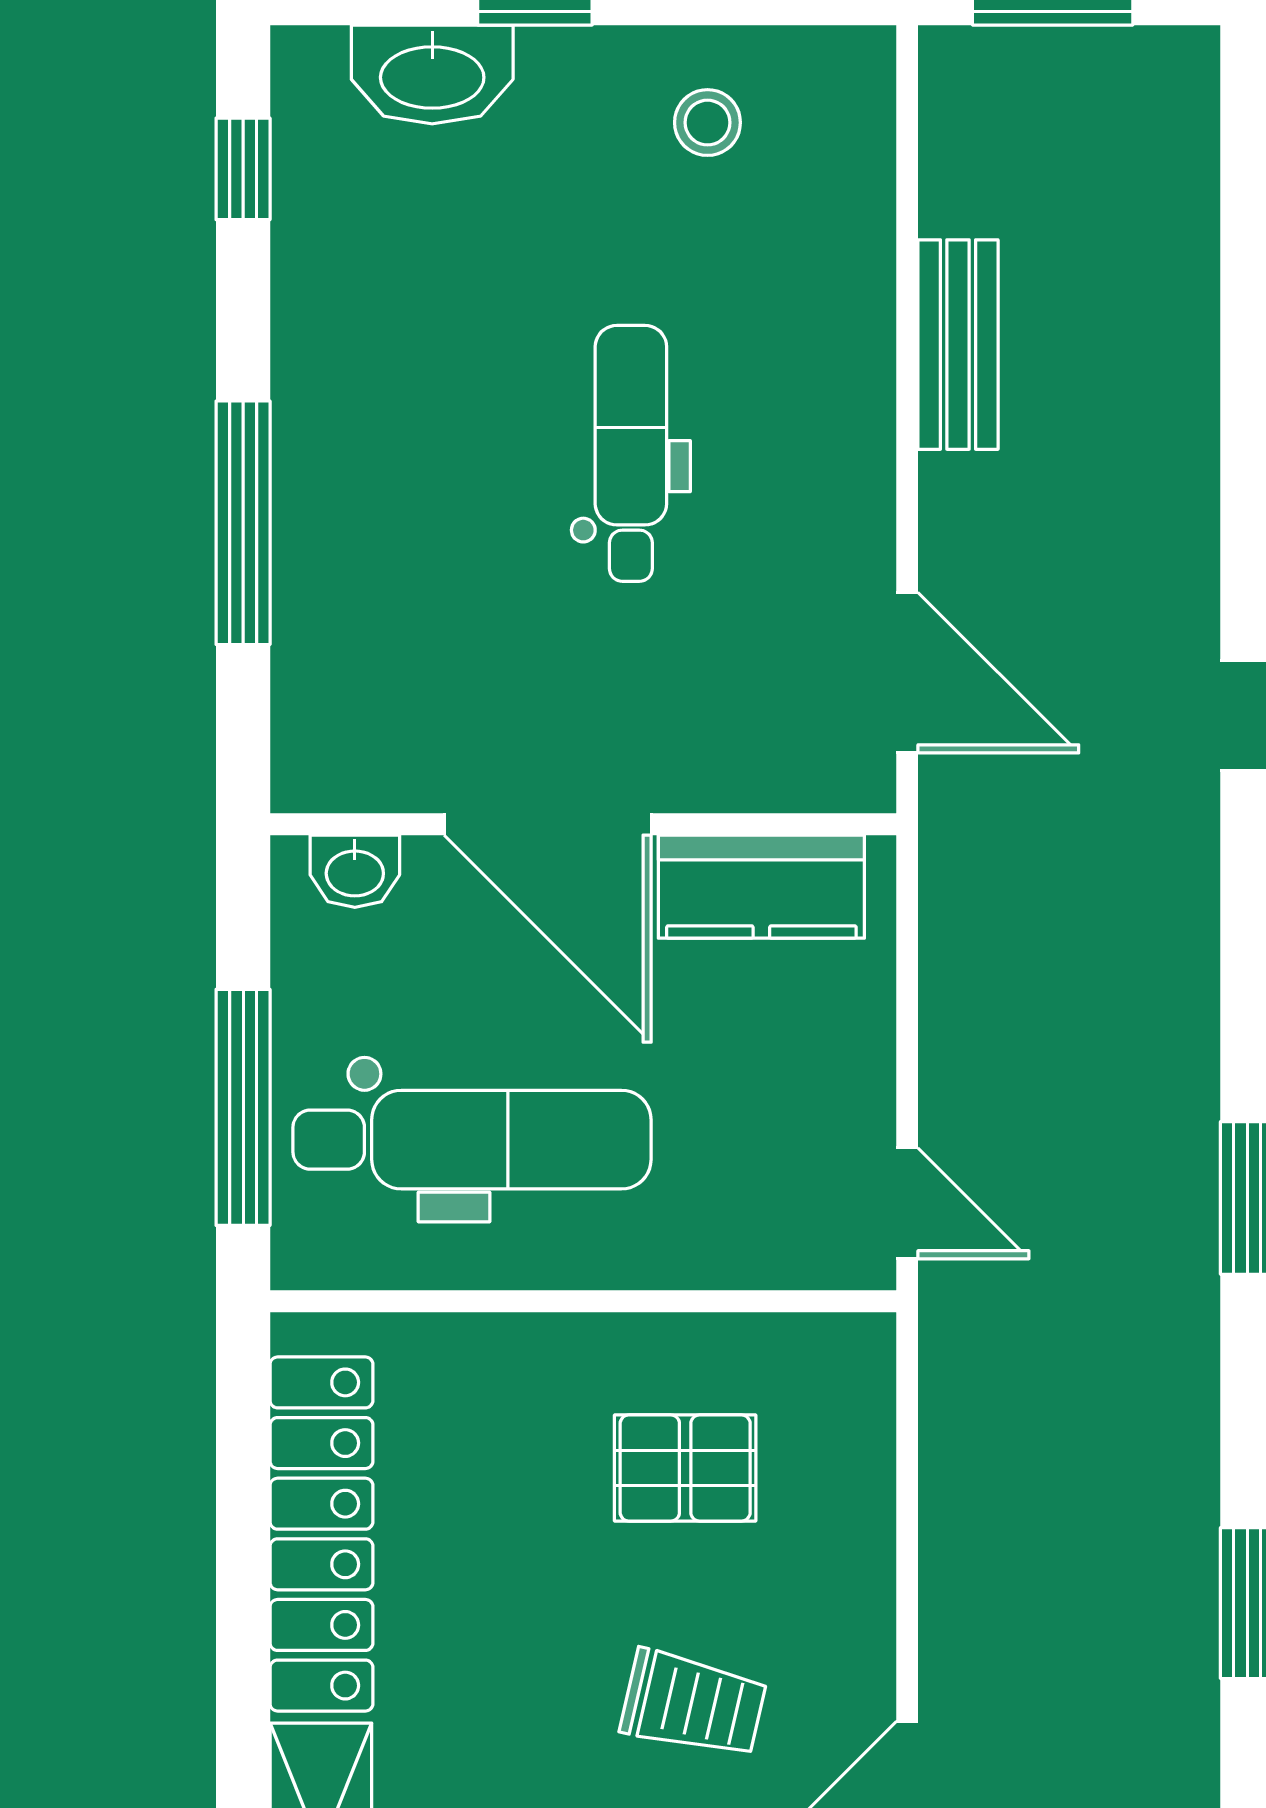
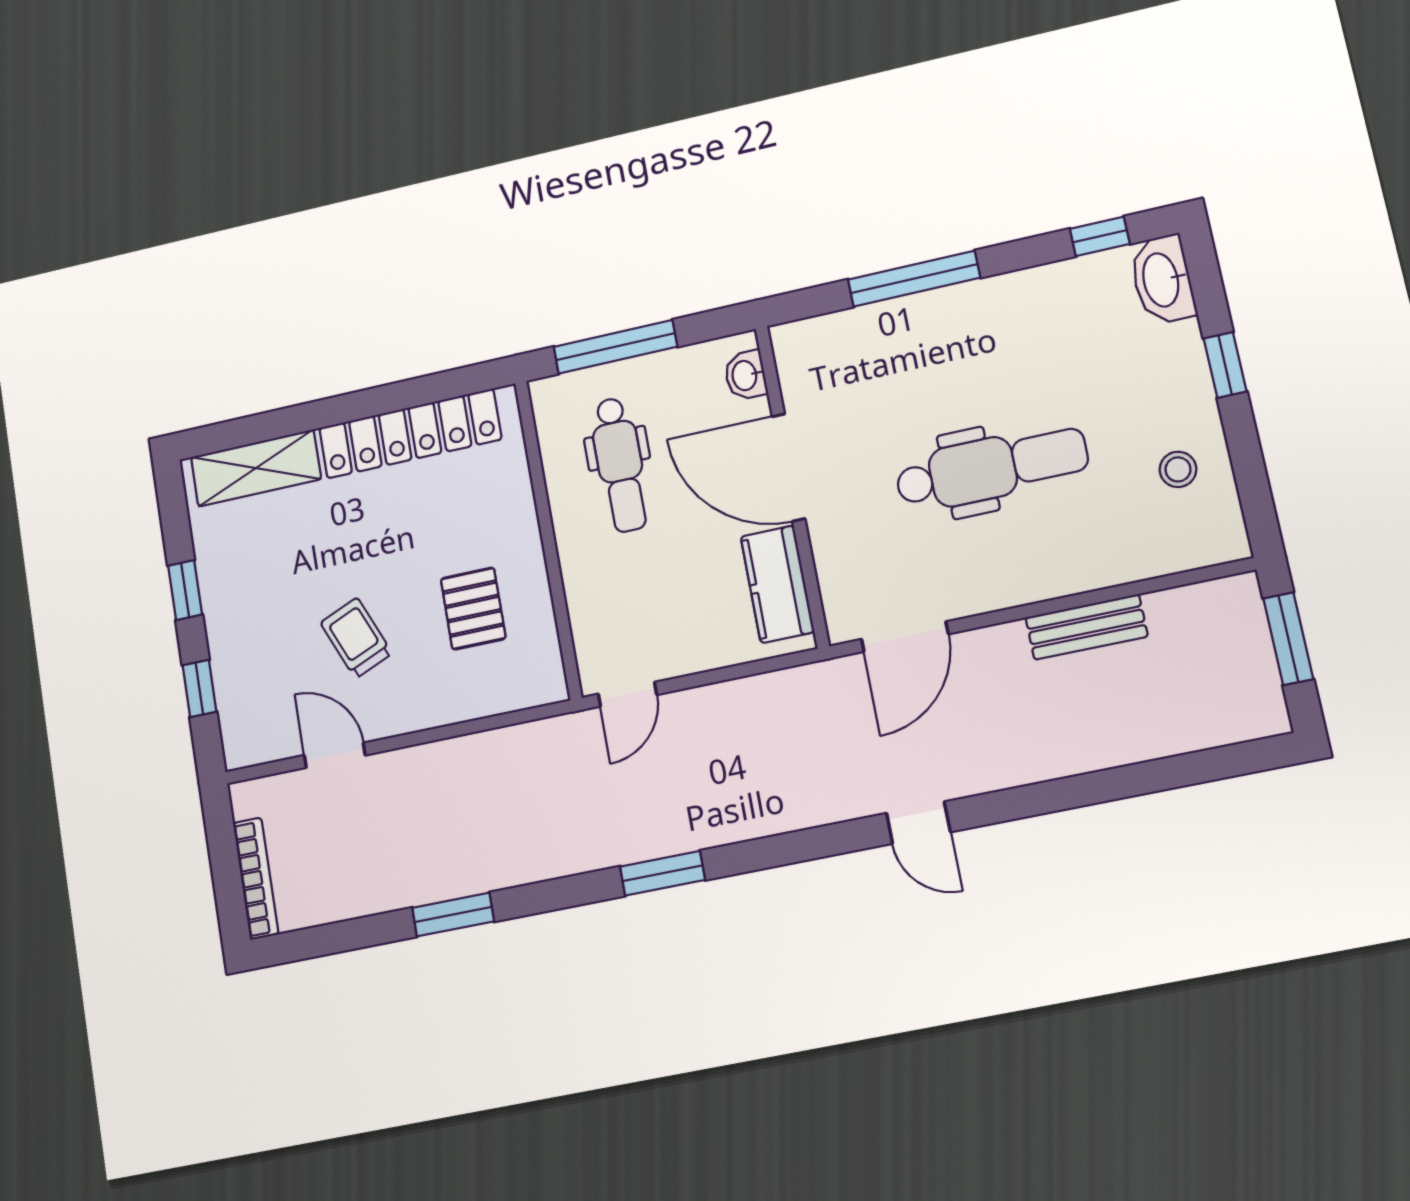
washbasin: (432, 75) -> (1162, 280), moved
dental chair: (631, 453) -> (992, 468), width x1.36, depth x1.38
door: (548, 824) -> (789, 467), hinge flipped
dental chair: (472, 1140) -> (620, 465), width x0.73, depth x0.72
trolley: (693, 1704) -> (356, 638), turned 144

